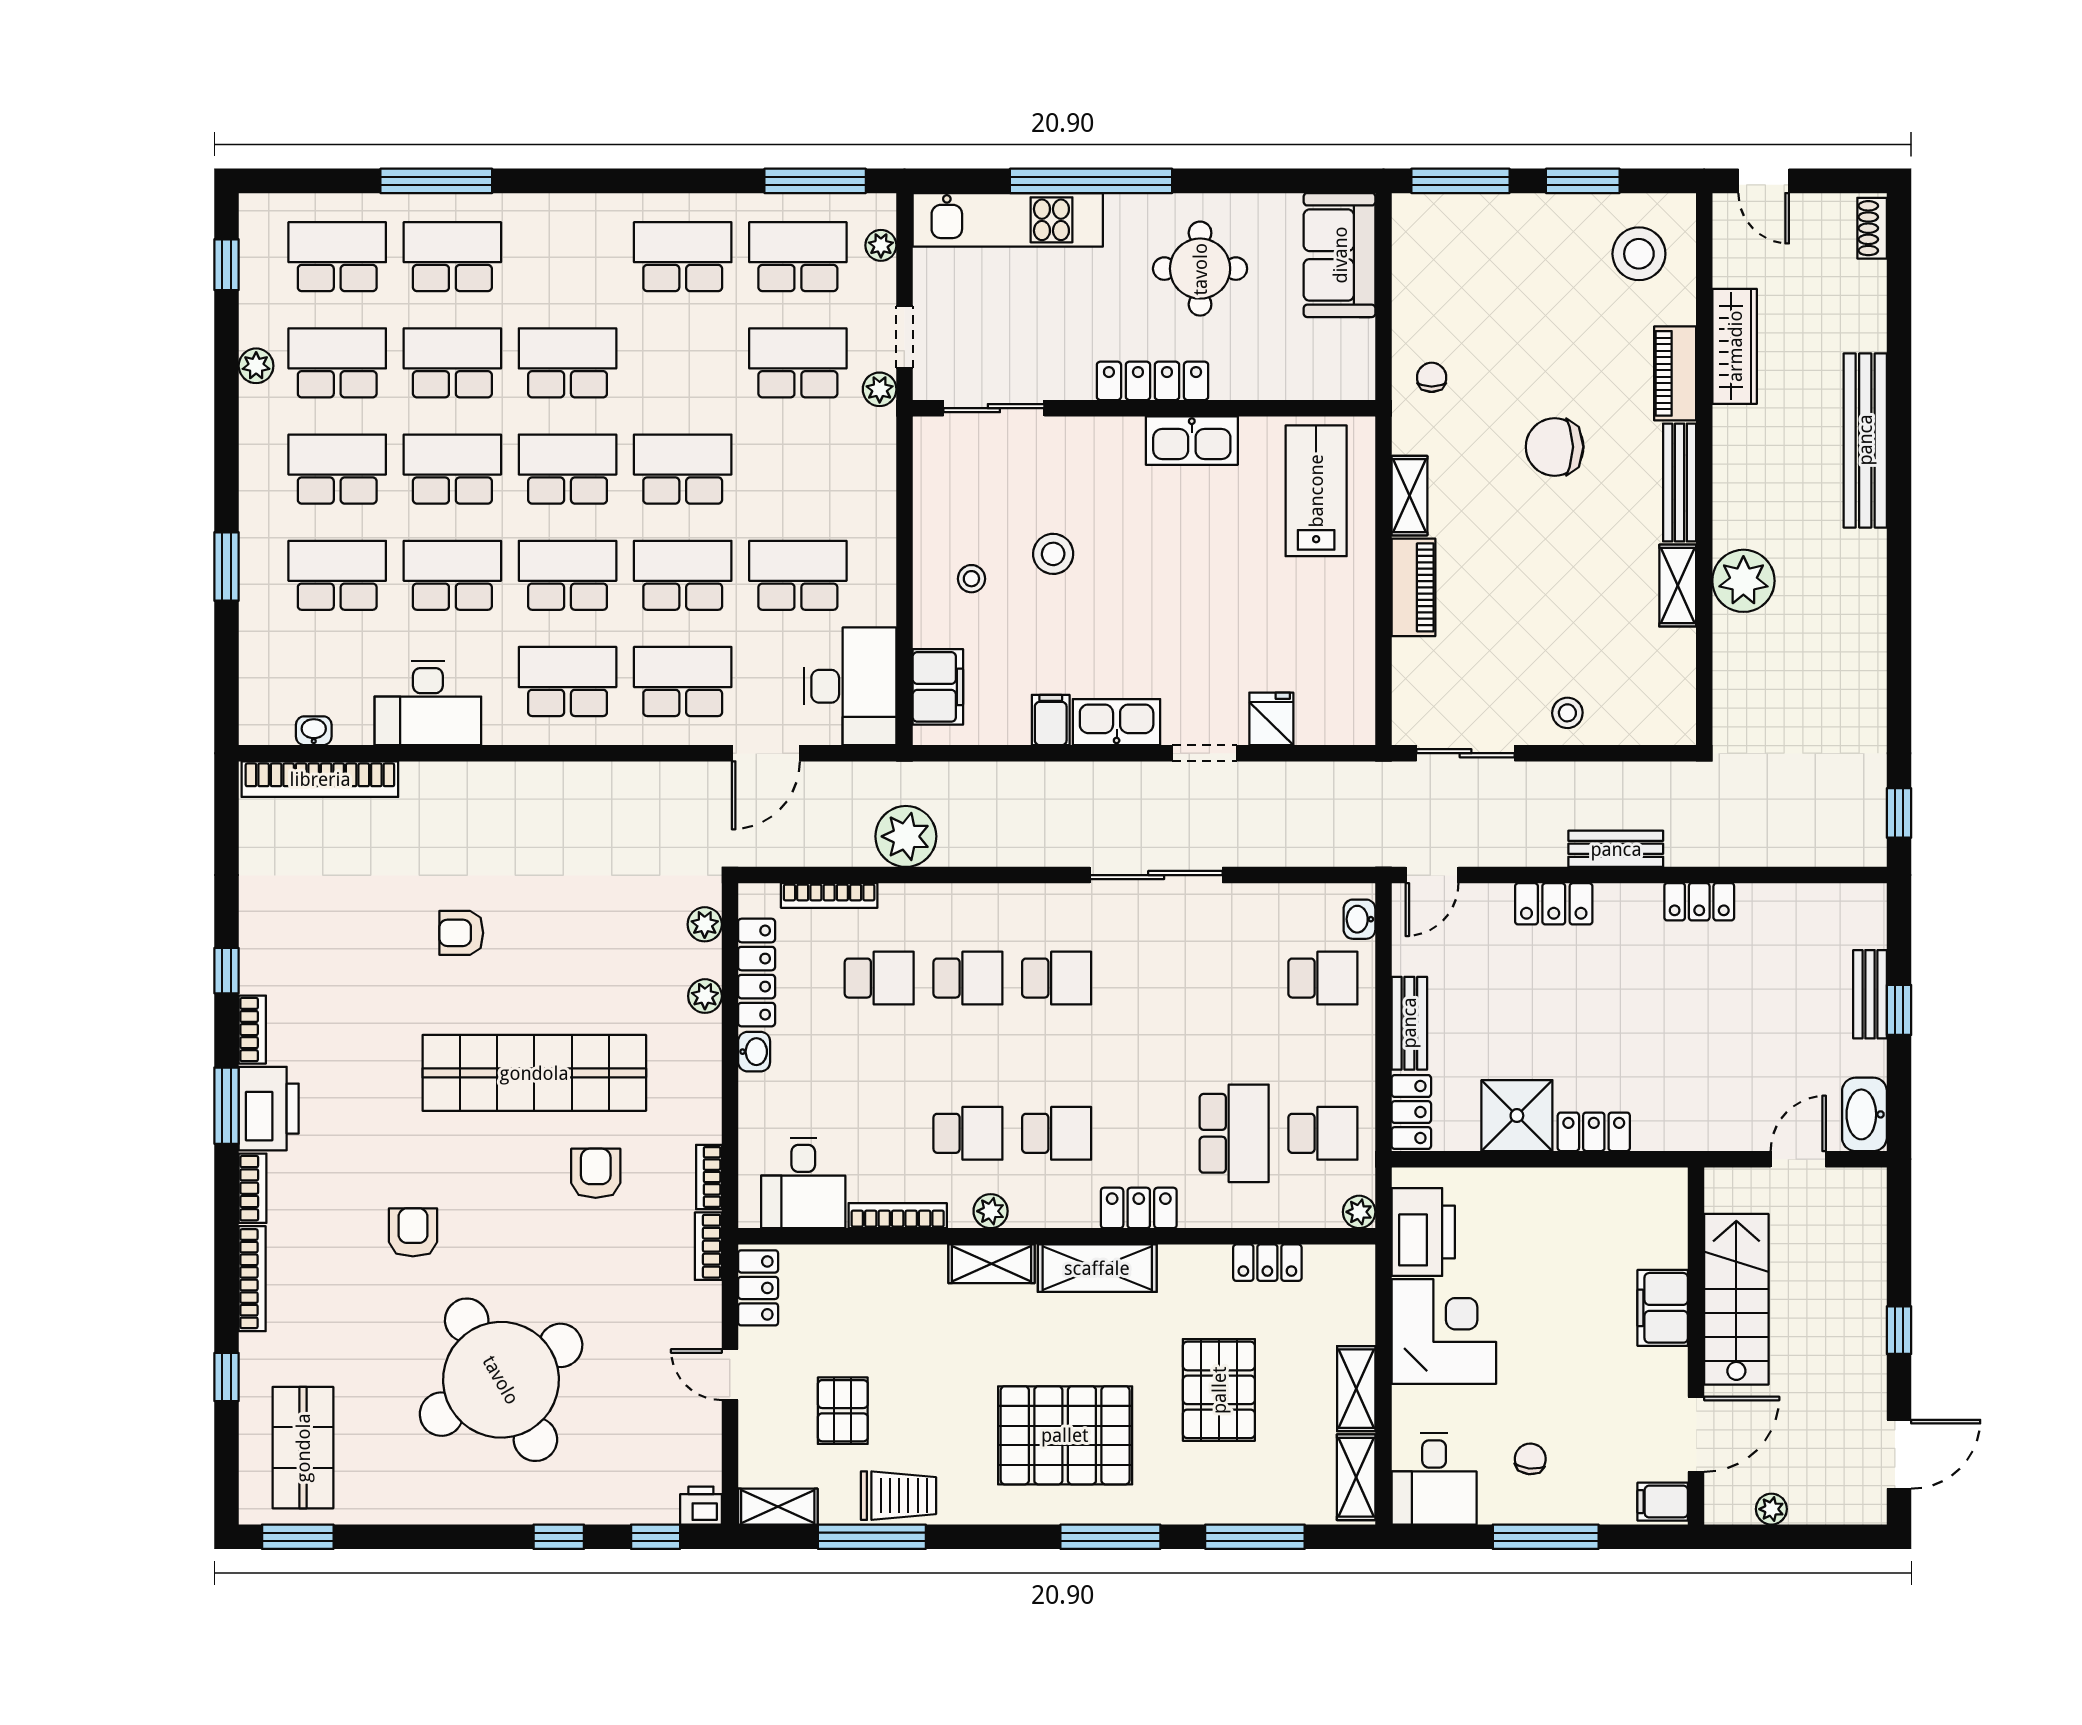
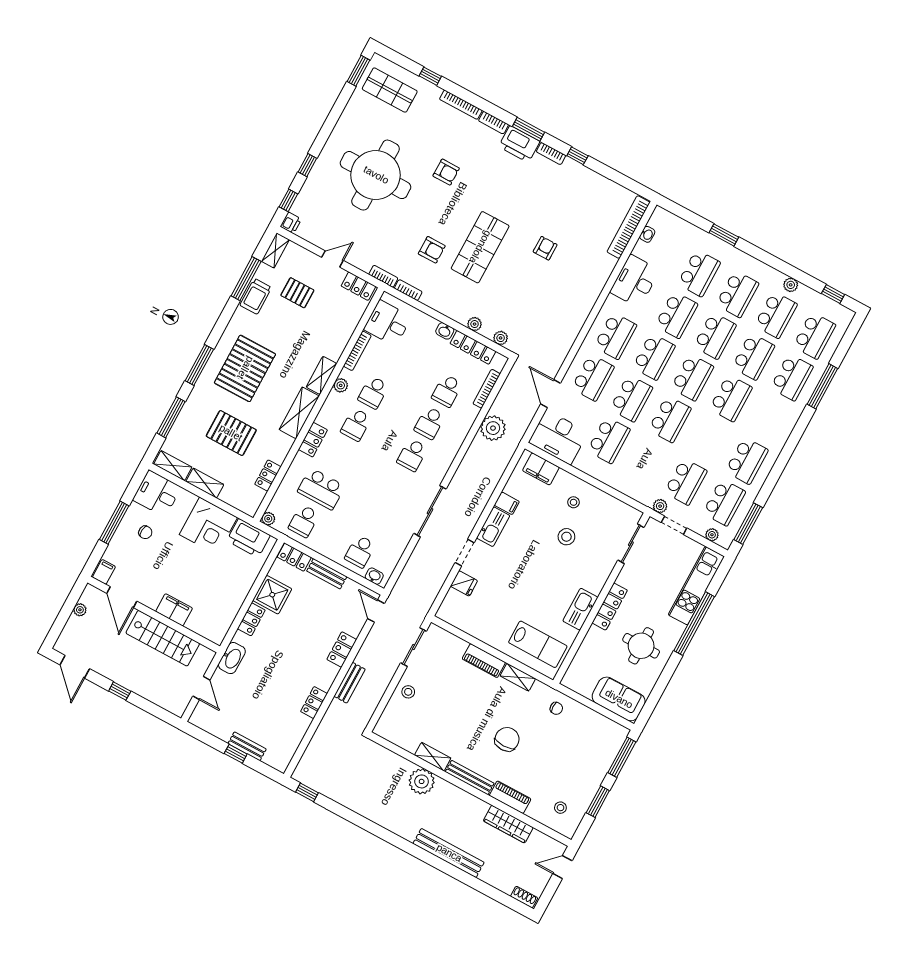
stool: (1639, 254) -> (560, 808), width x0.53, depth x0.53
shop shelf: (534, 1073) -> (480, 247), width x0.71
washbasin: (1864, 1114) -> (232, 658), moved, turned 90
round table: (501, 1380) -> (376, 175), turned 30

